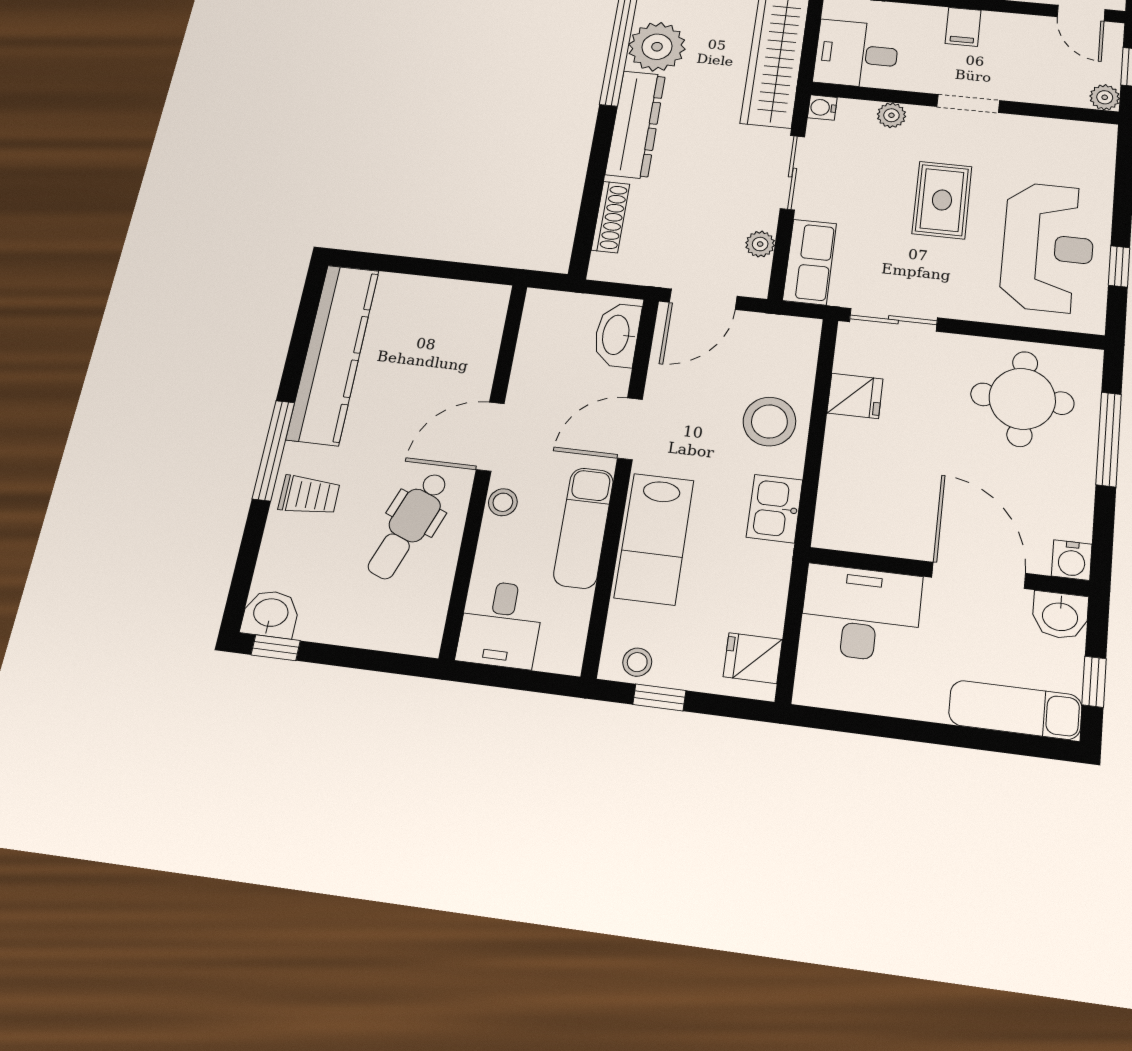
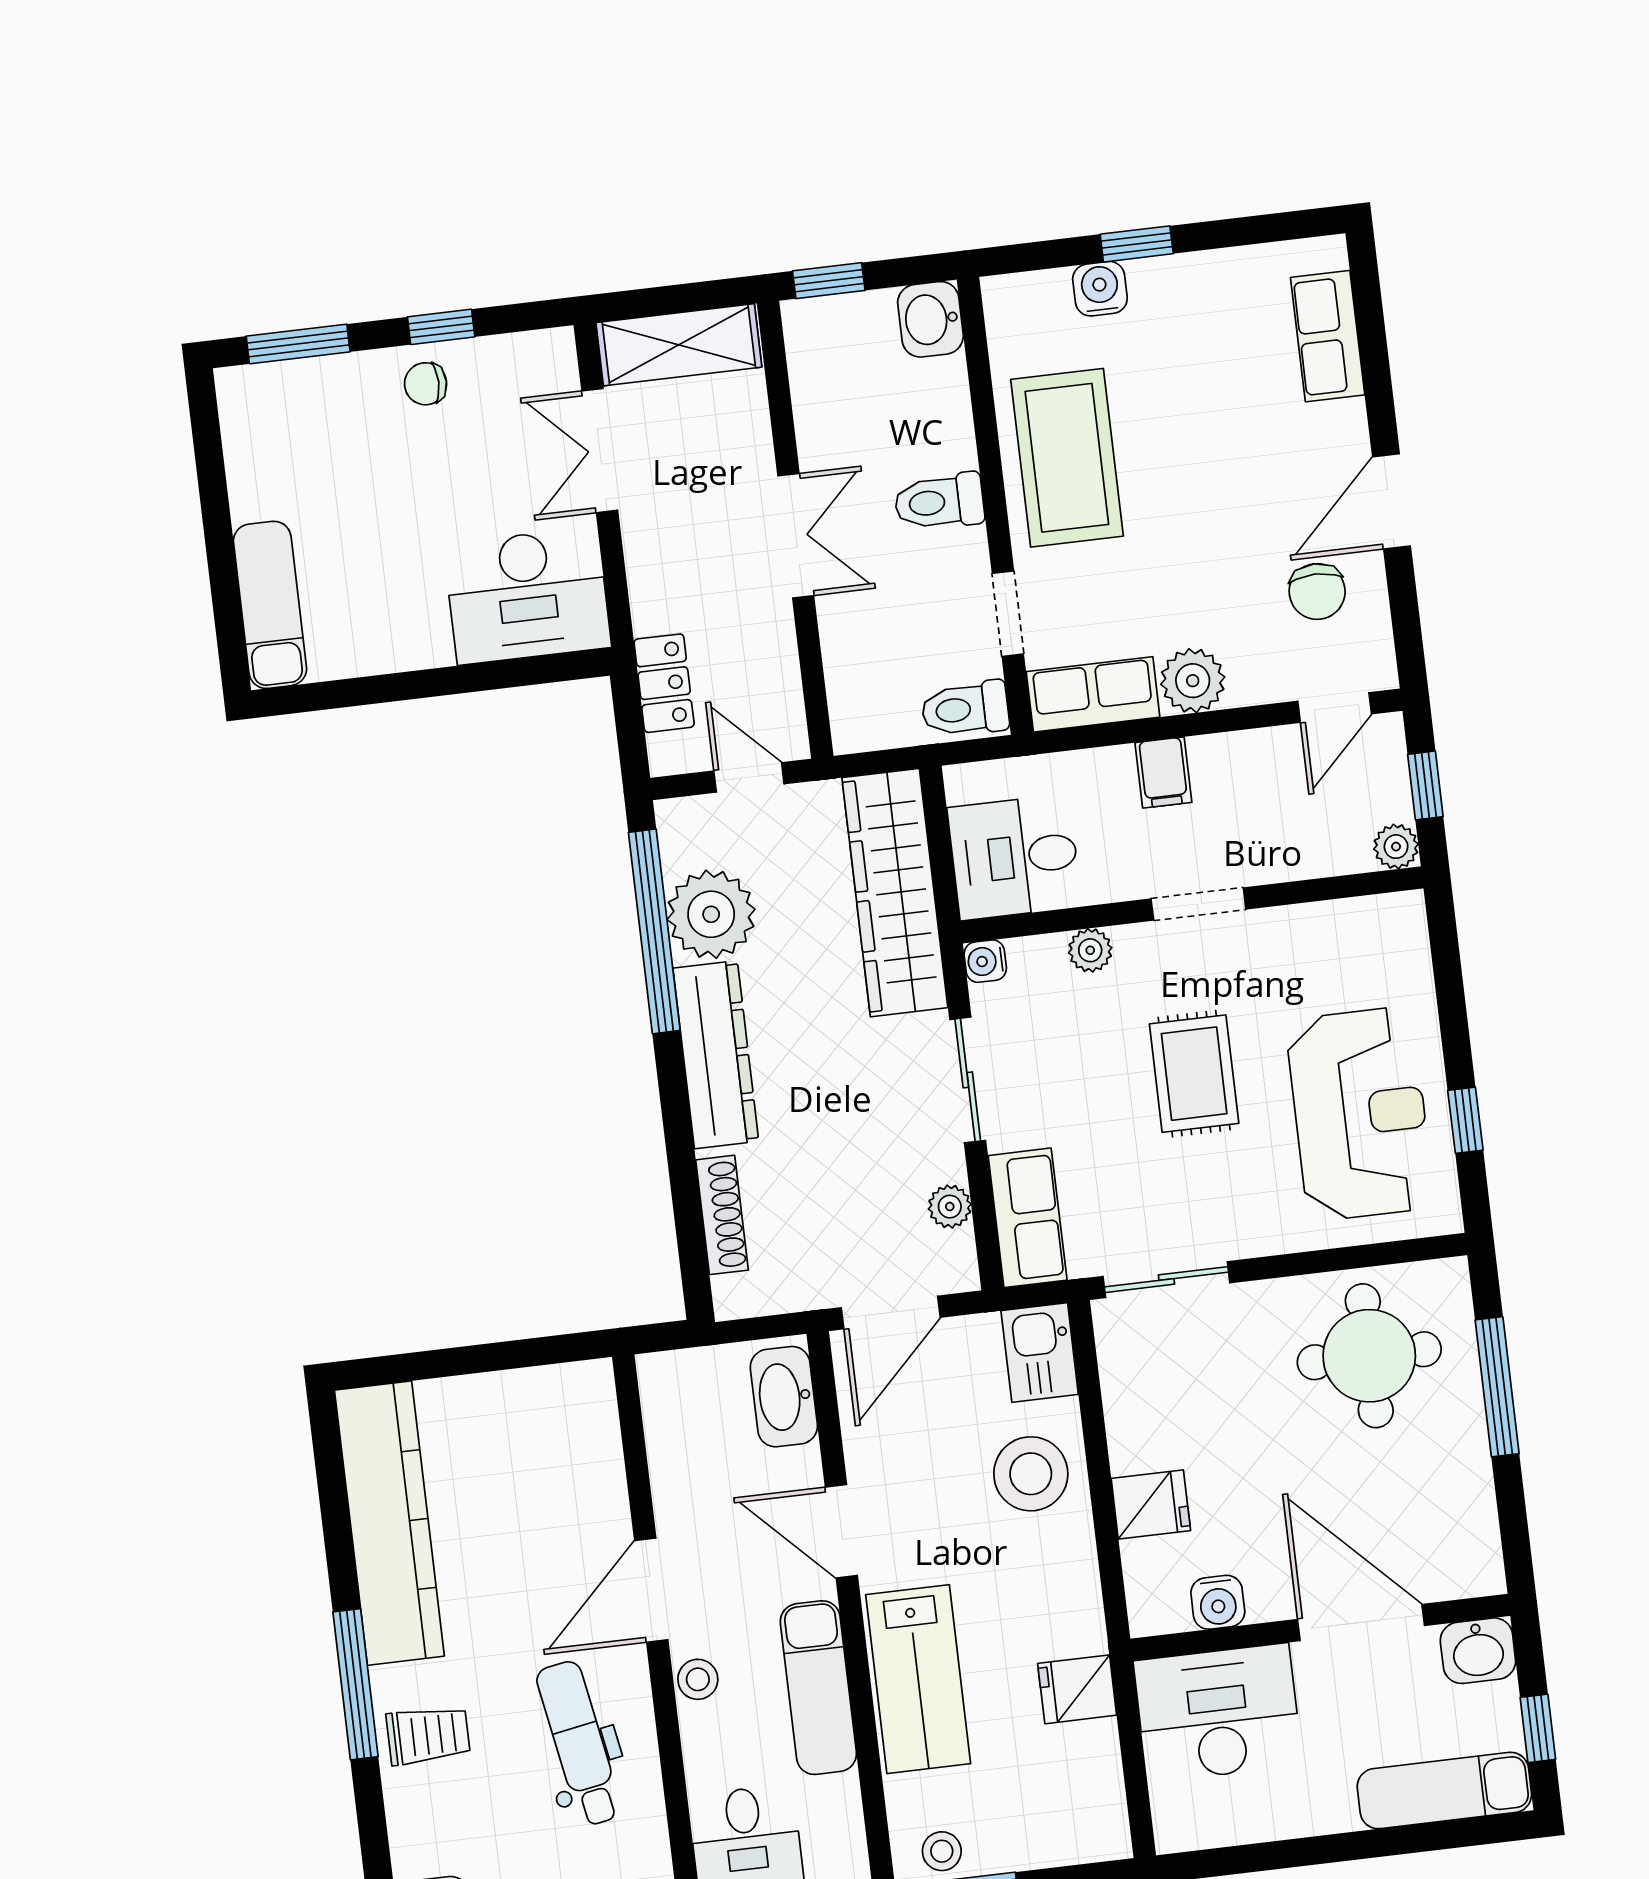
door: (1081, 13) -> (1335, 708), hinge flipped
fridge: (855, 396) -> (1151, 1504), moved
door: (630, 429) -> (841, 1531), hinge flipped
kitchen sink: (775, 509) -> (1040, 1352), moved
dental chair: (408, 525) -> (579, 1743), turned 149
water cooler: (1072, 560) -> (1218, 1602), moved
fridge: (753, 658) -> (1077, 1689), moved

